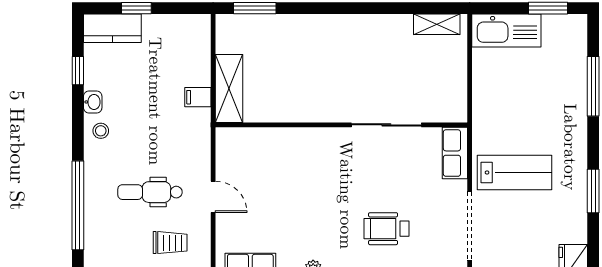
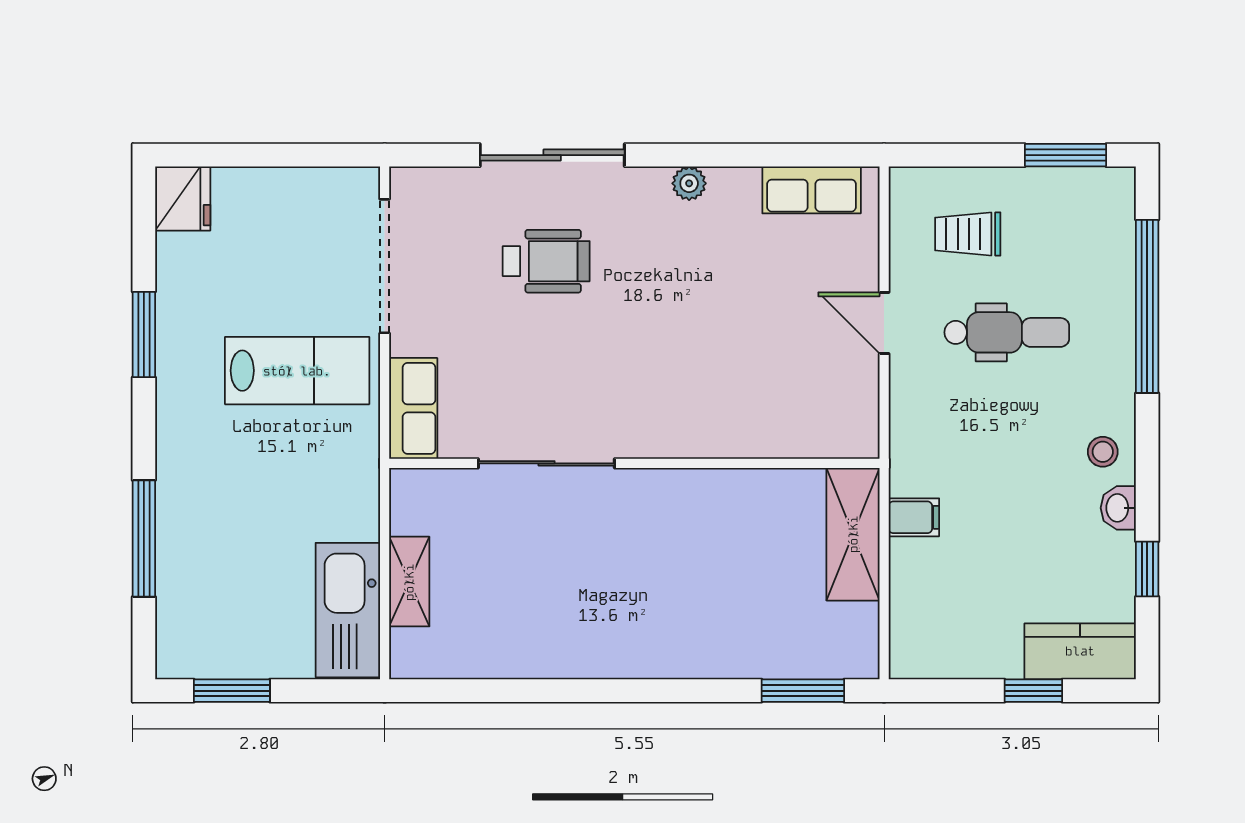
shelving: (437, 24) -> (409, 582), moved, turned 90
kitchen sink: (506, 31) -> (348, 610), moved, turned -90
lab bench: (514, 172) -> (297, 371), turned 180

